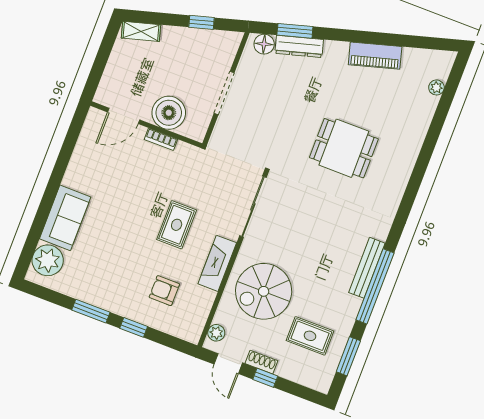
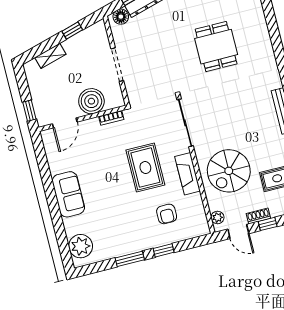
shelving: (141, 31) -> (50, 56), moved
window: (95, 76) -> (29, 111), added
bookcase: (161, 139) -> (111, 118), moved
dining table: (344, 148) -> (216, 47), turned 90
sofa: (65, 218) -> (68, 194), moved
rug: (177, 225) -> (145, 168), width x1.36, depth x1.43
armchair: (164, 291) -> (167, 214), turned -90

